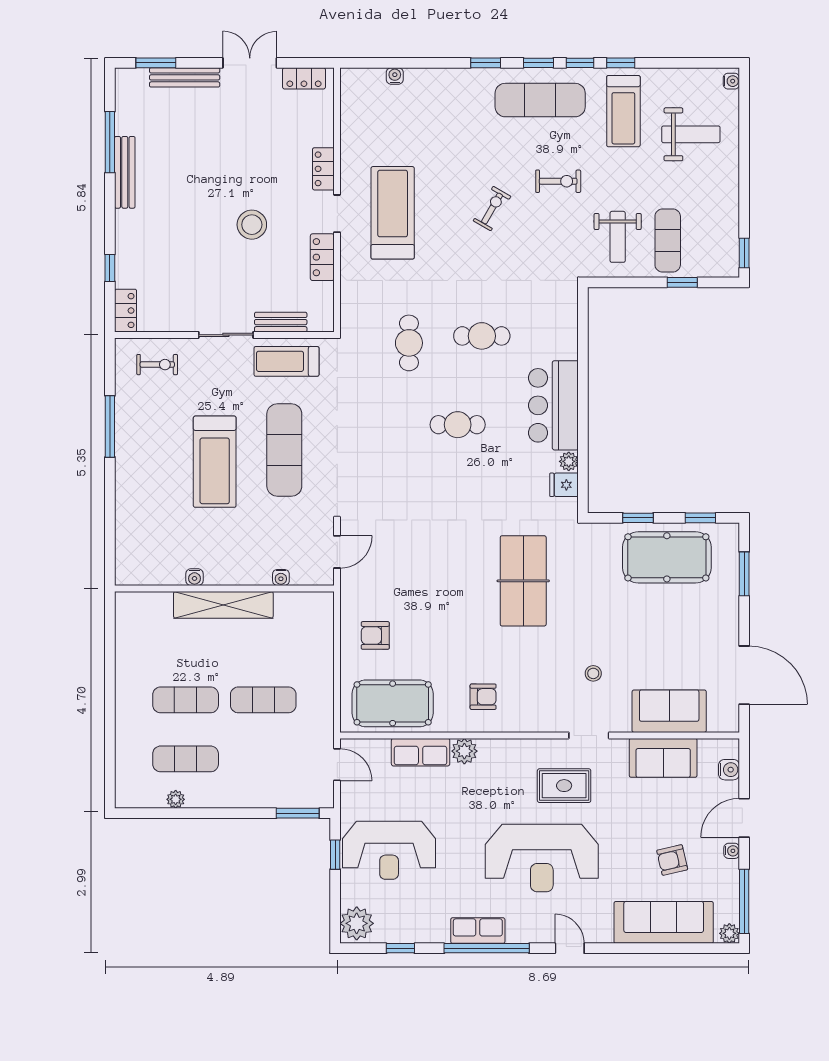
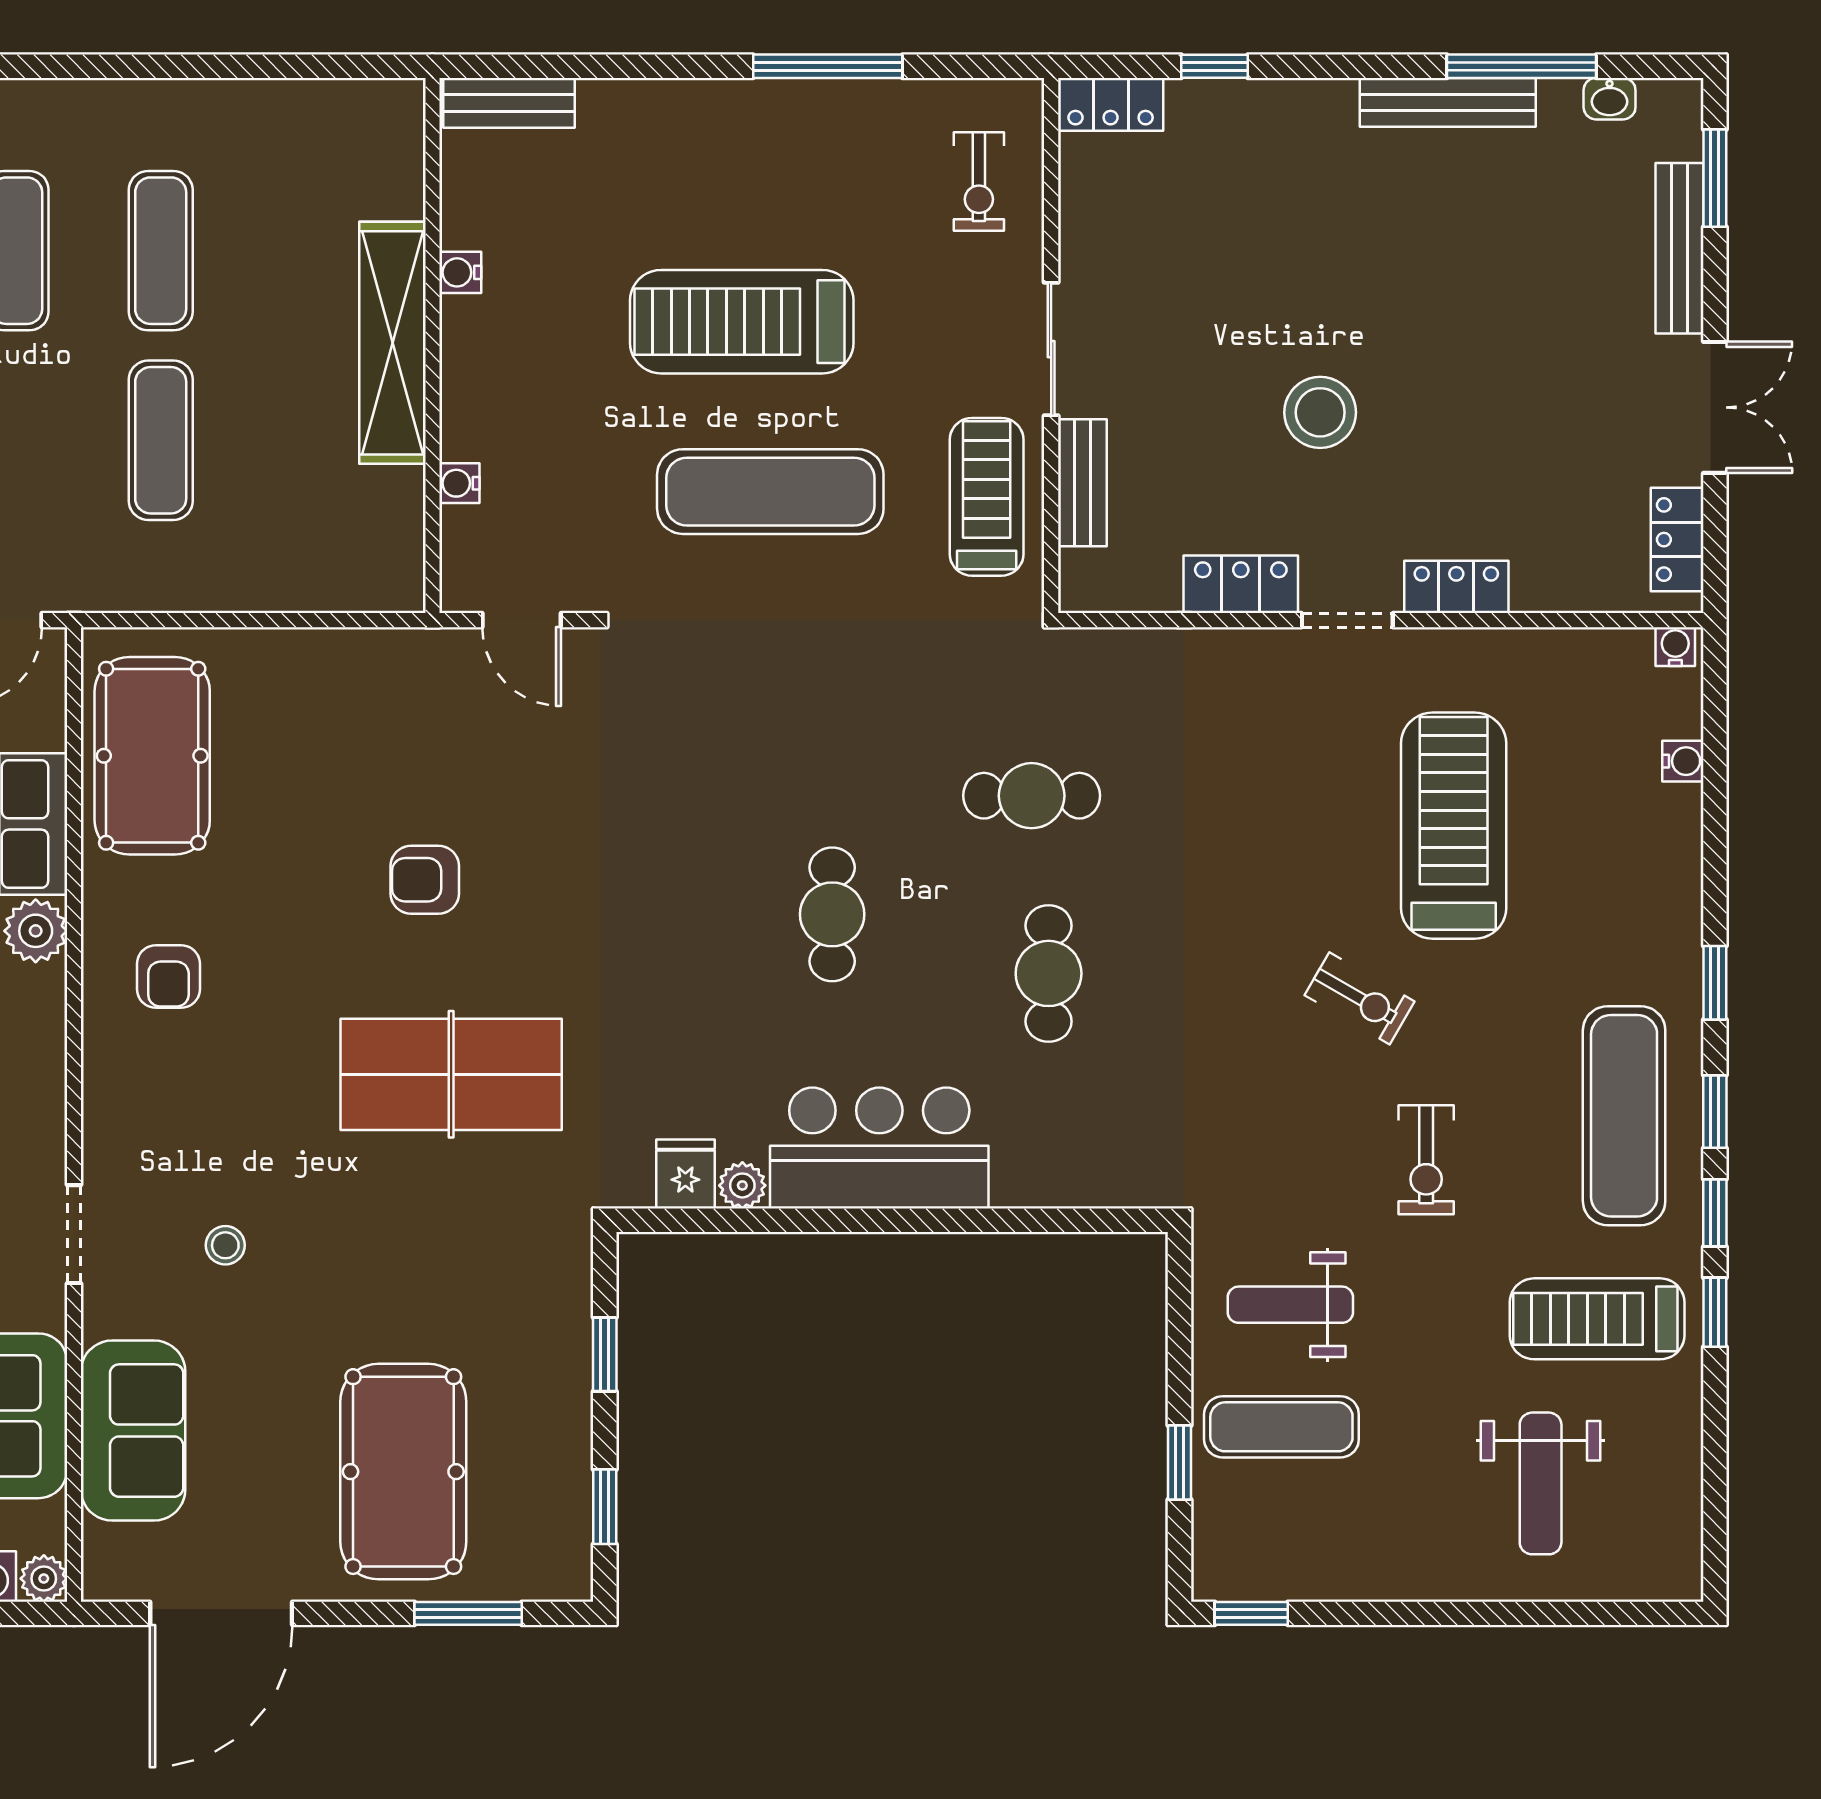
water cooler: (731, 81) -> (1675, 647), moved, turned 180
washbasin: (123, 106) -> (1610, 99), added
treadmill: (393, 213) -> (1454, 826), moved, turned -90
bench: (125, 557) -> (509, 103), added
pool table: (667, 557) -> (403, 1472), moved
armchair: (375, 635) -> (425, 880), moved, turned -90
plant: (730, 748) -> (44, 1579), added

